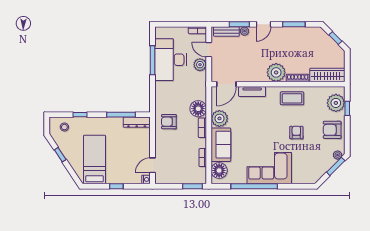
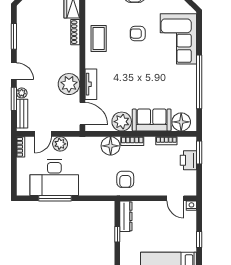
plant: (276, 72) -> (69, 84), moved
window: (121, 115) -> (117, 234), width x0.46
corner sofa: (269, 168) -> (178, 39), moved
printer: (186, 177) -> (188, 160), added

